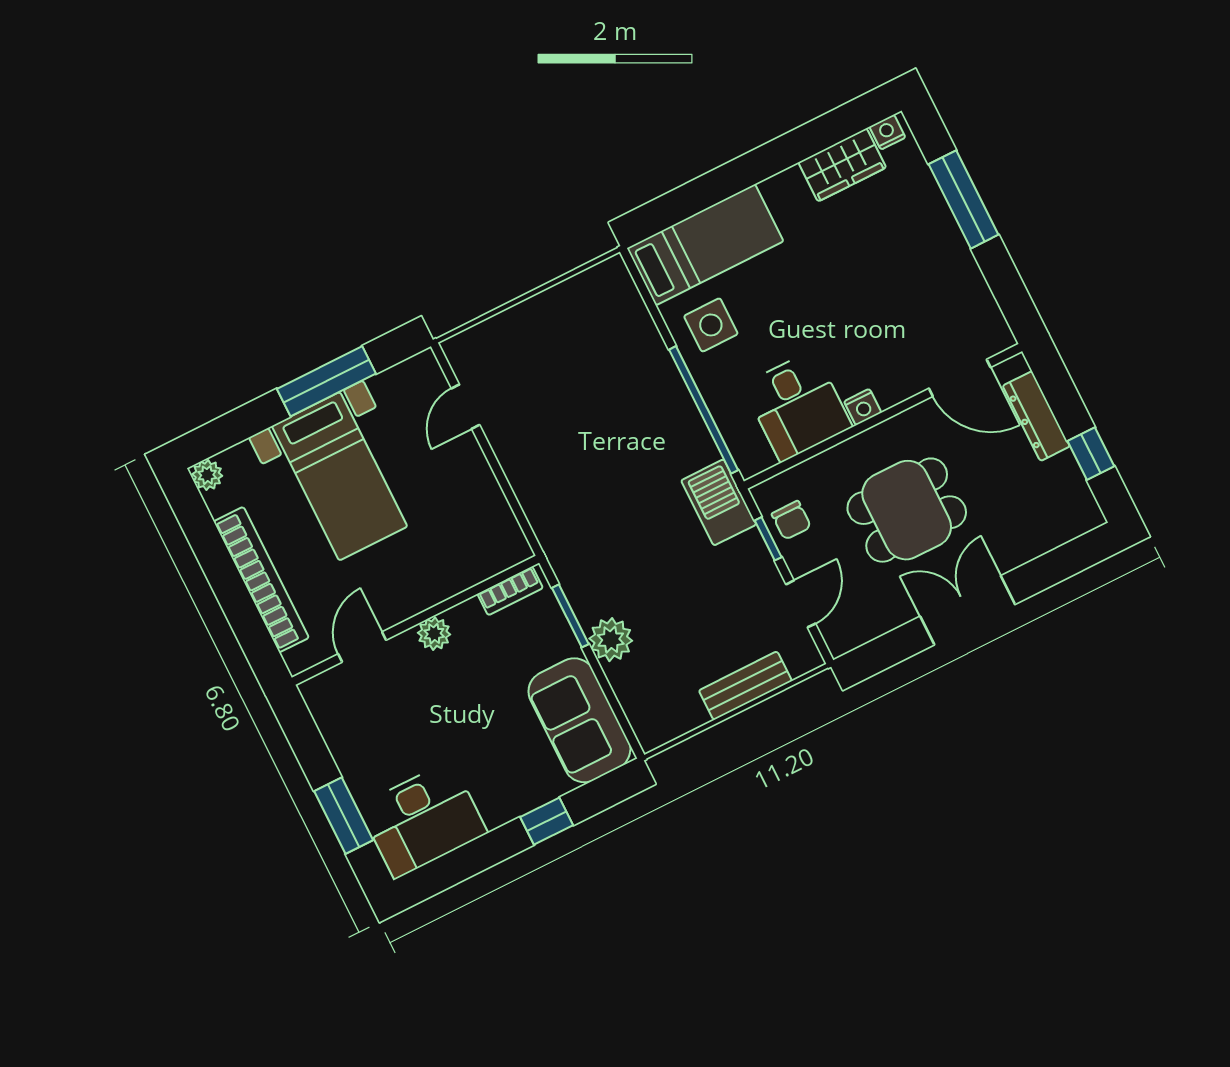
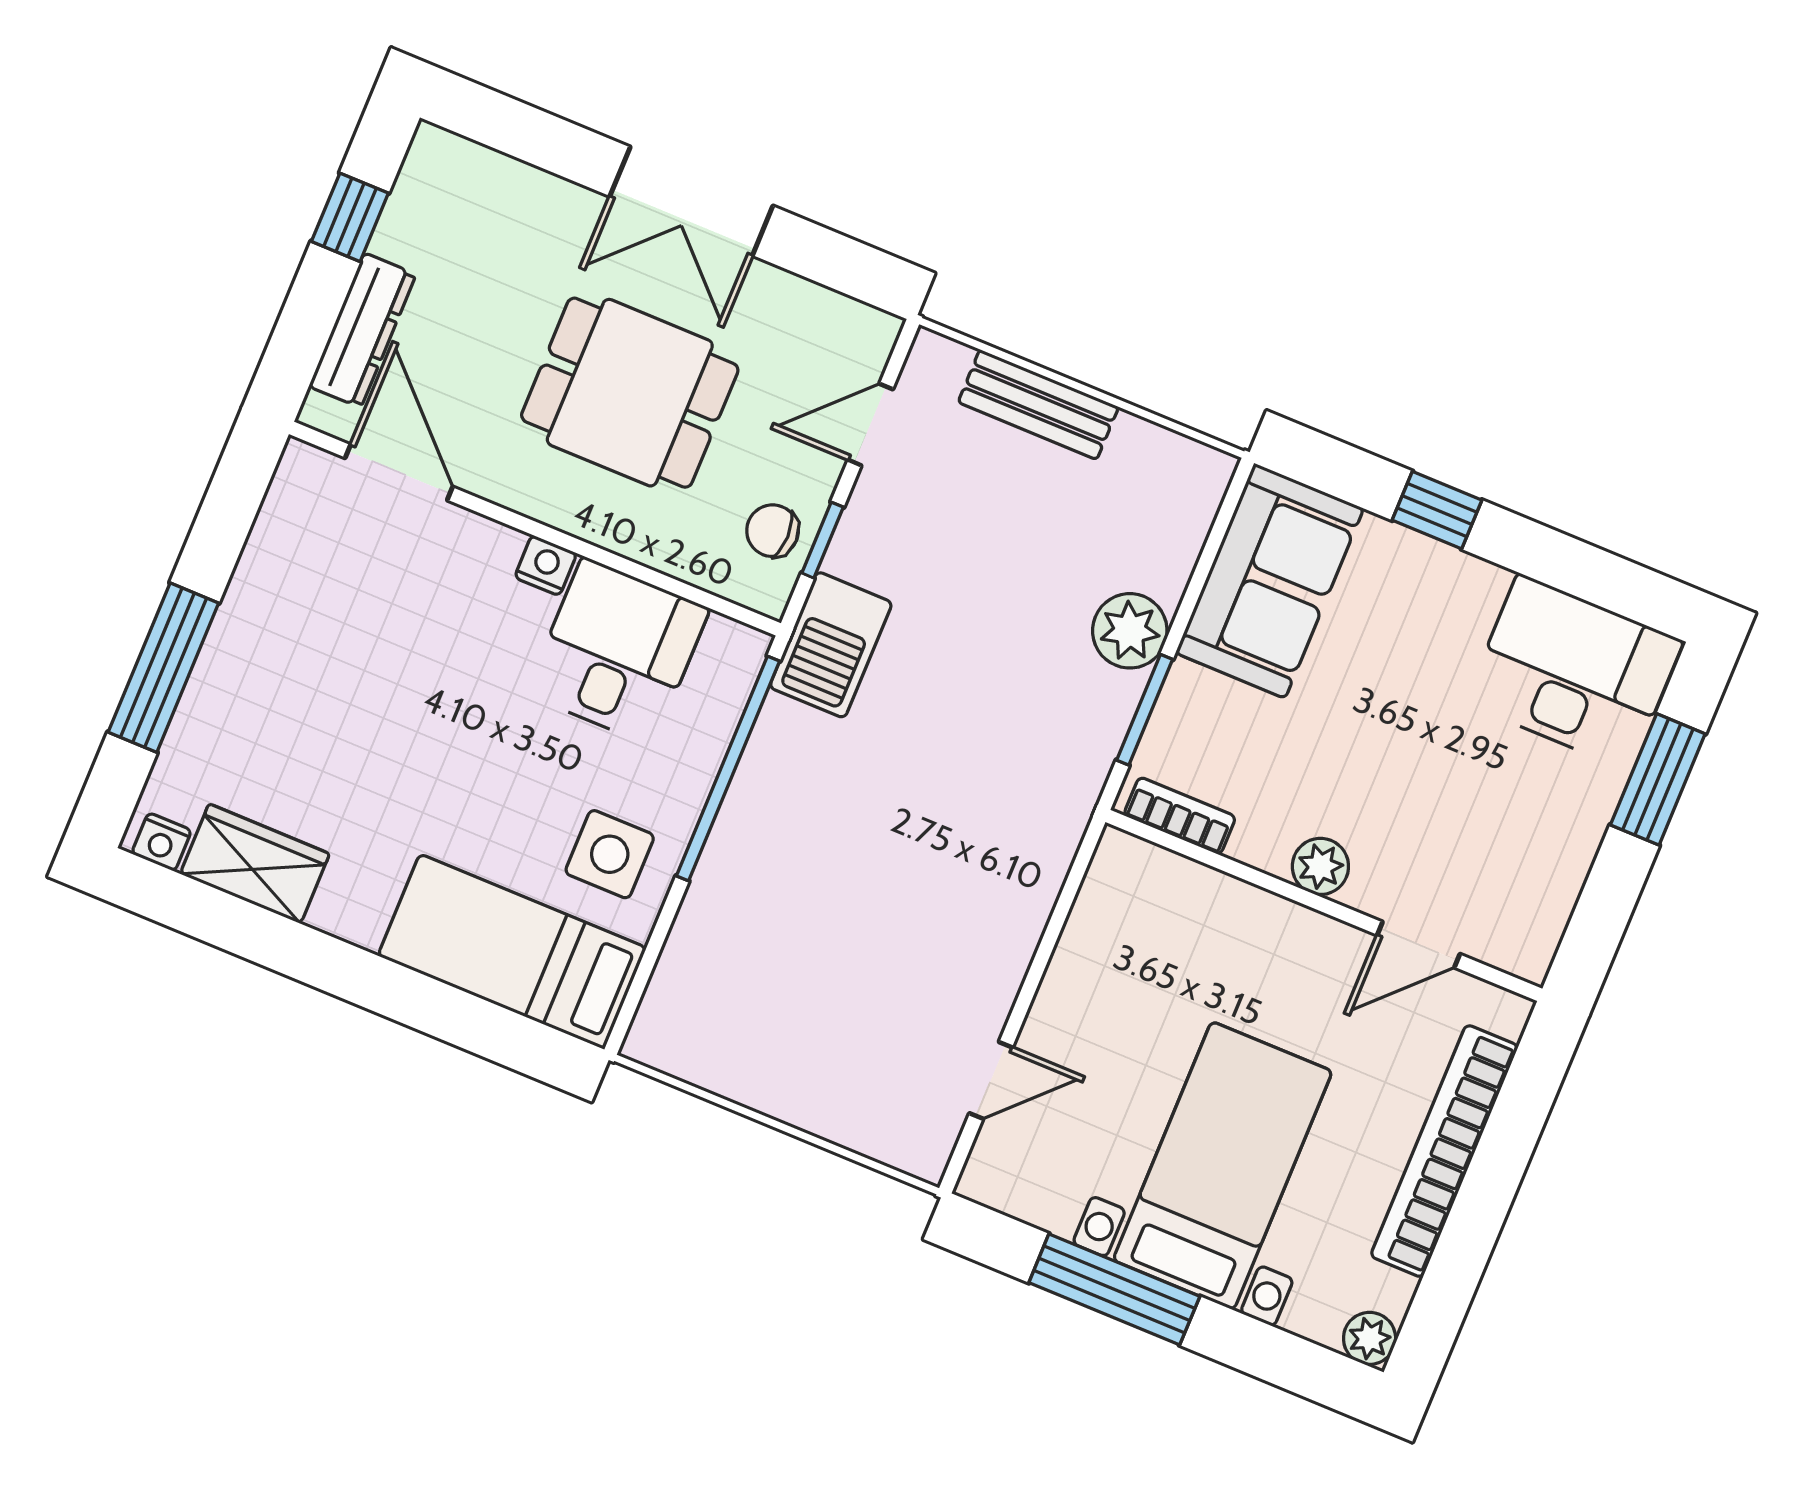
chair: (791, 520) -> (773, 531), turned -90

